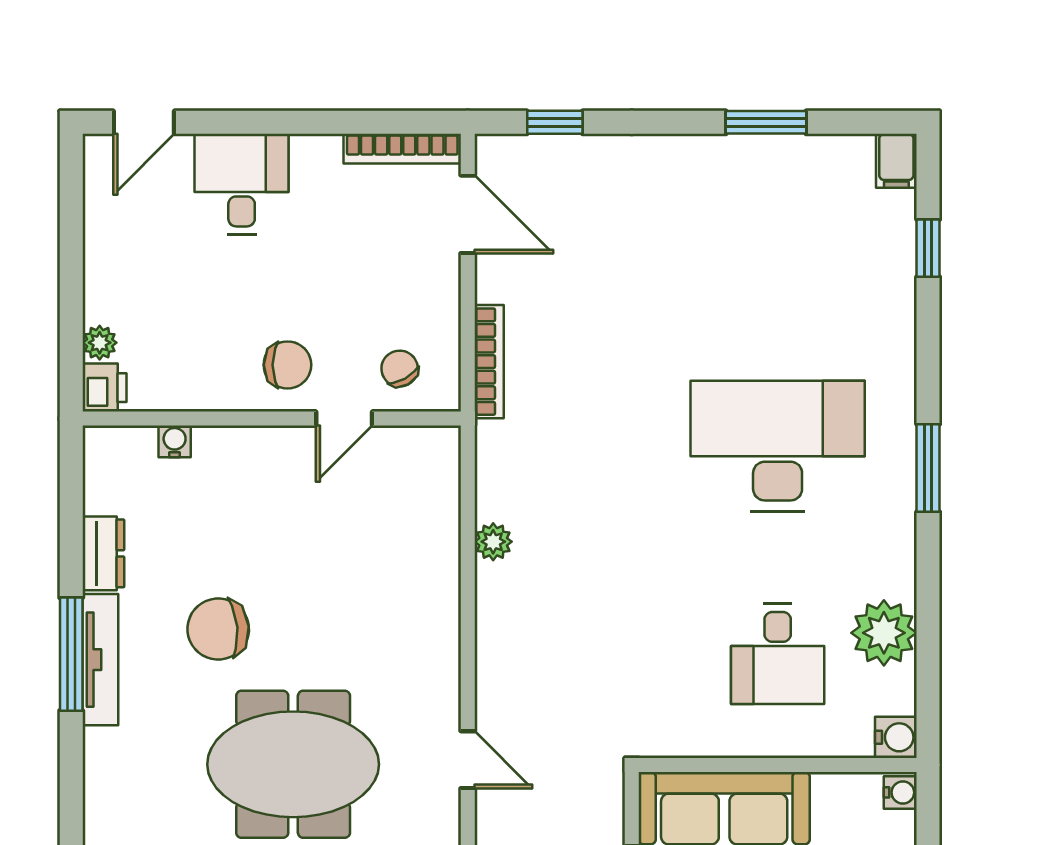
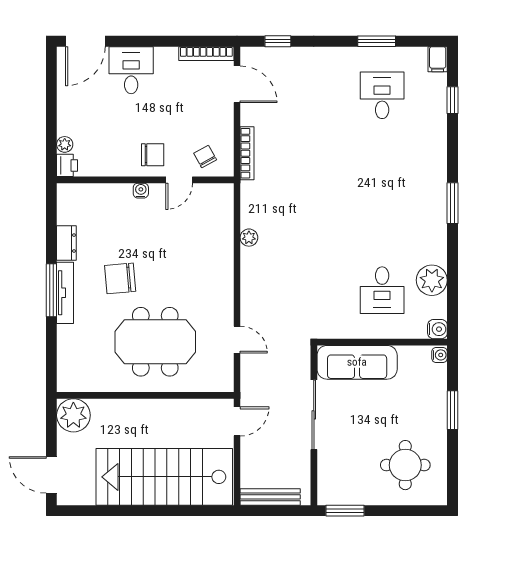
door: (144, 122) -> (85, 41), width x1.38
water cooler: (175, 441) -> (141, 191), moved
desk: (778, 446) -> (382, 95), moved, width x0.53, depth x0.77

